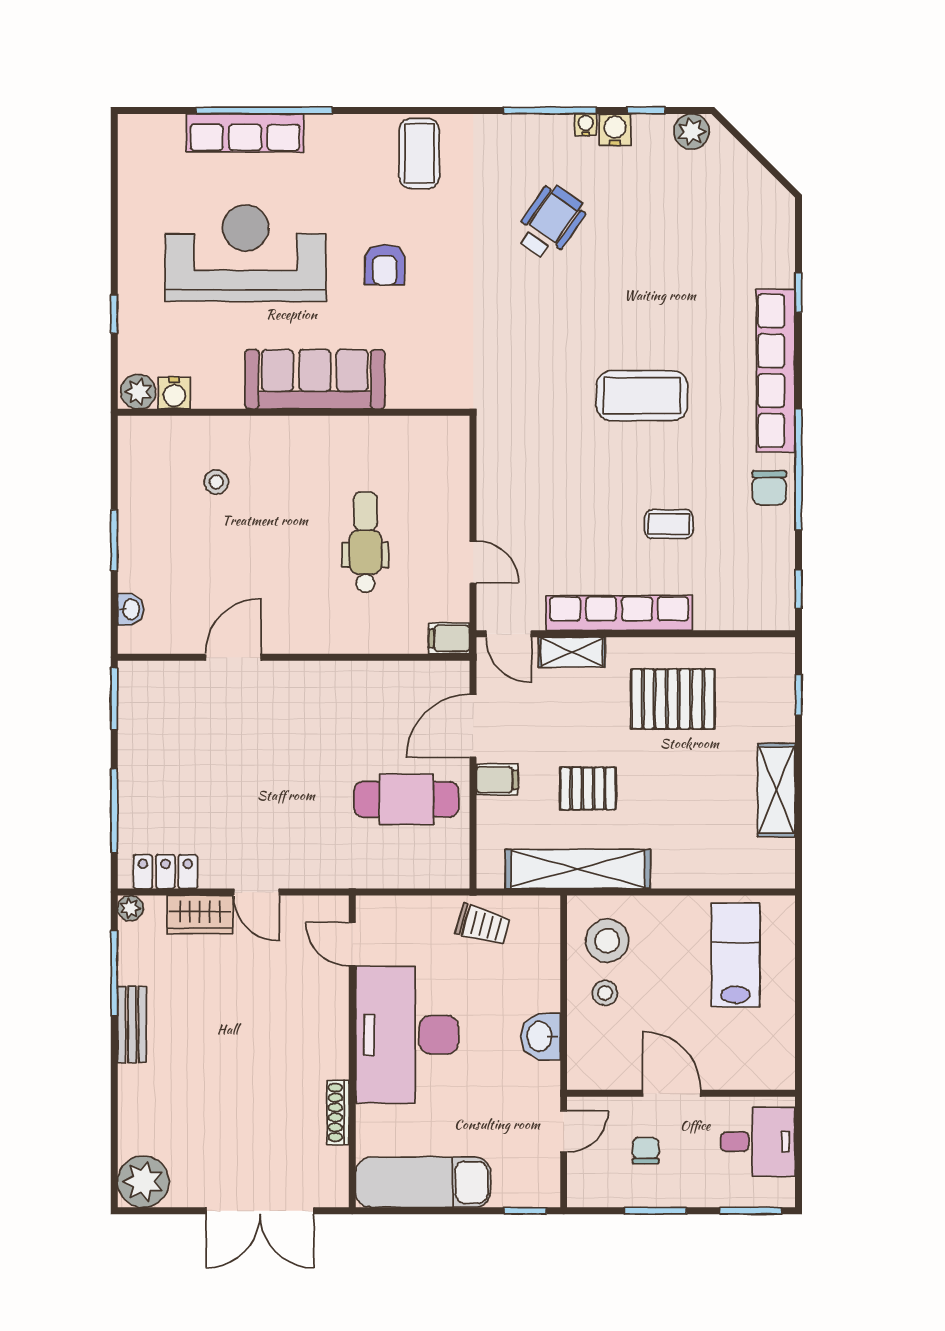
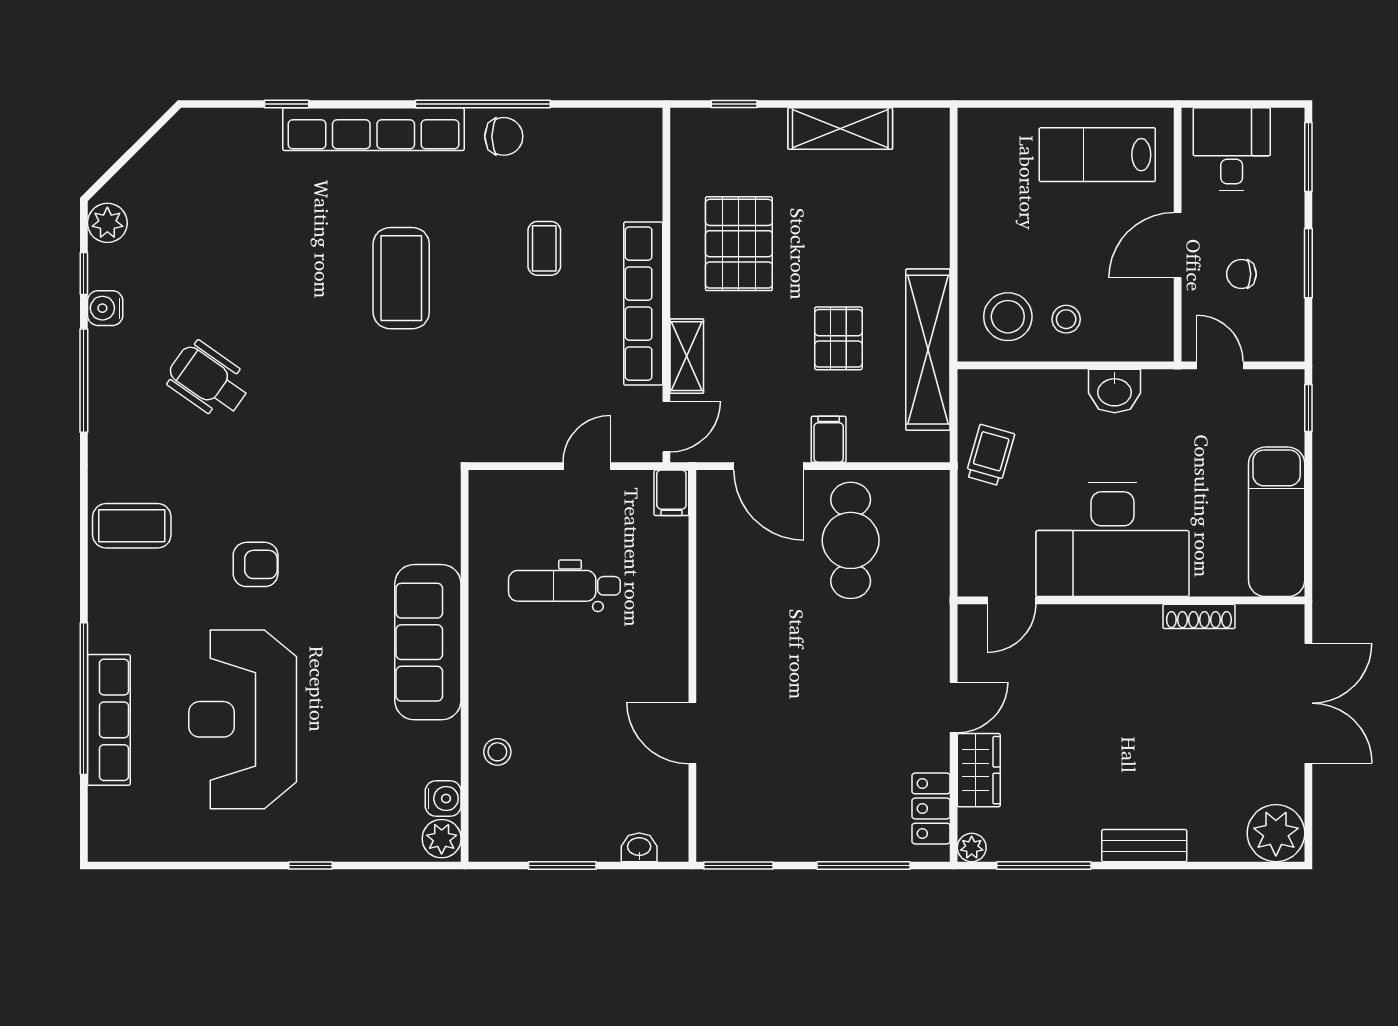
water cooler: (586, 125) -> (100, 341), removed
sofa: (315, 379) -> (428, 642), moved
plant: (138, 392) -> (442, 839), moved
water cooler: (174, 393) -> (443, 799), moved
wall: (294, 412) -> (465, 666), moved
window: (798, 589) -> (617, 104), removed
lab bench: (736, 955) -> (1097, 155), moved
bench: (132, 1025) -> (1144, 846), moved

